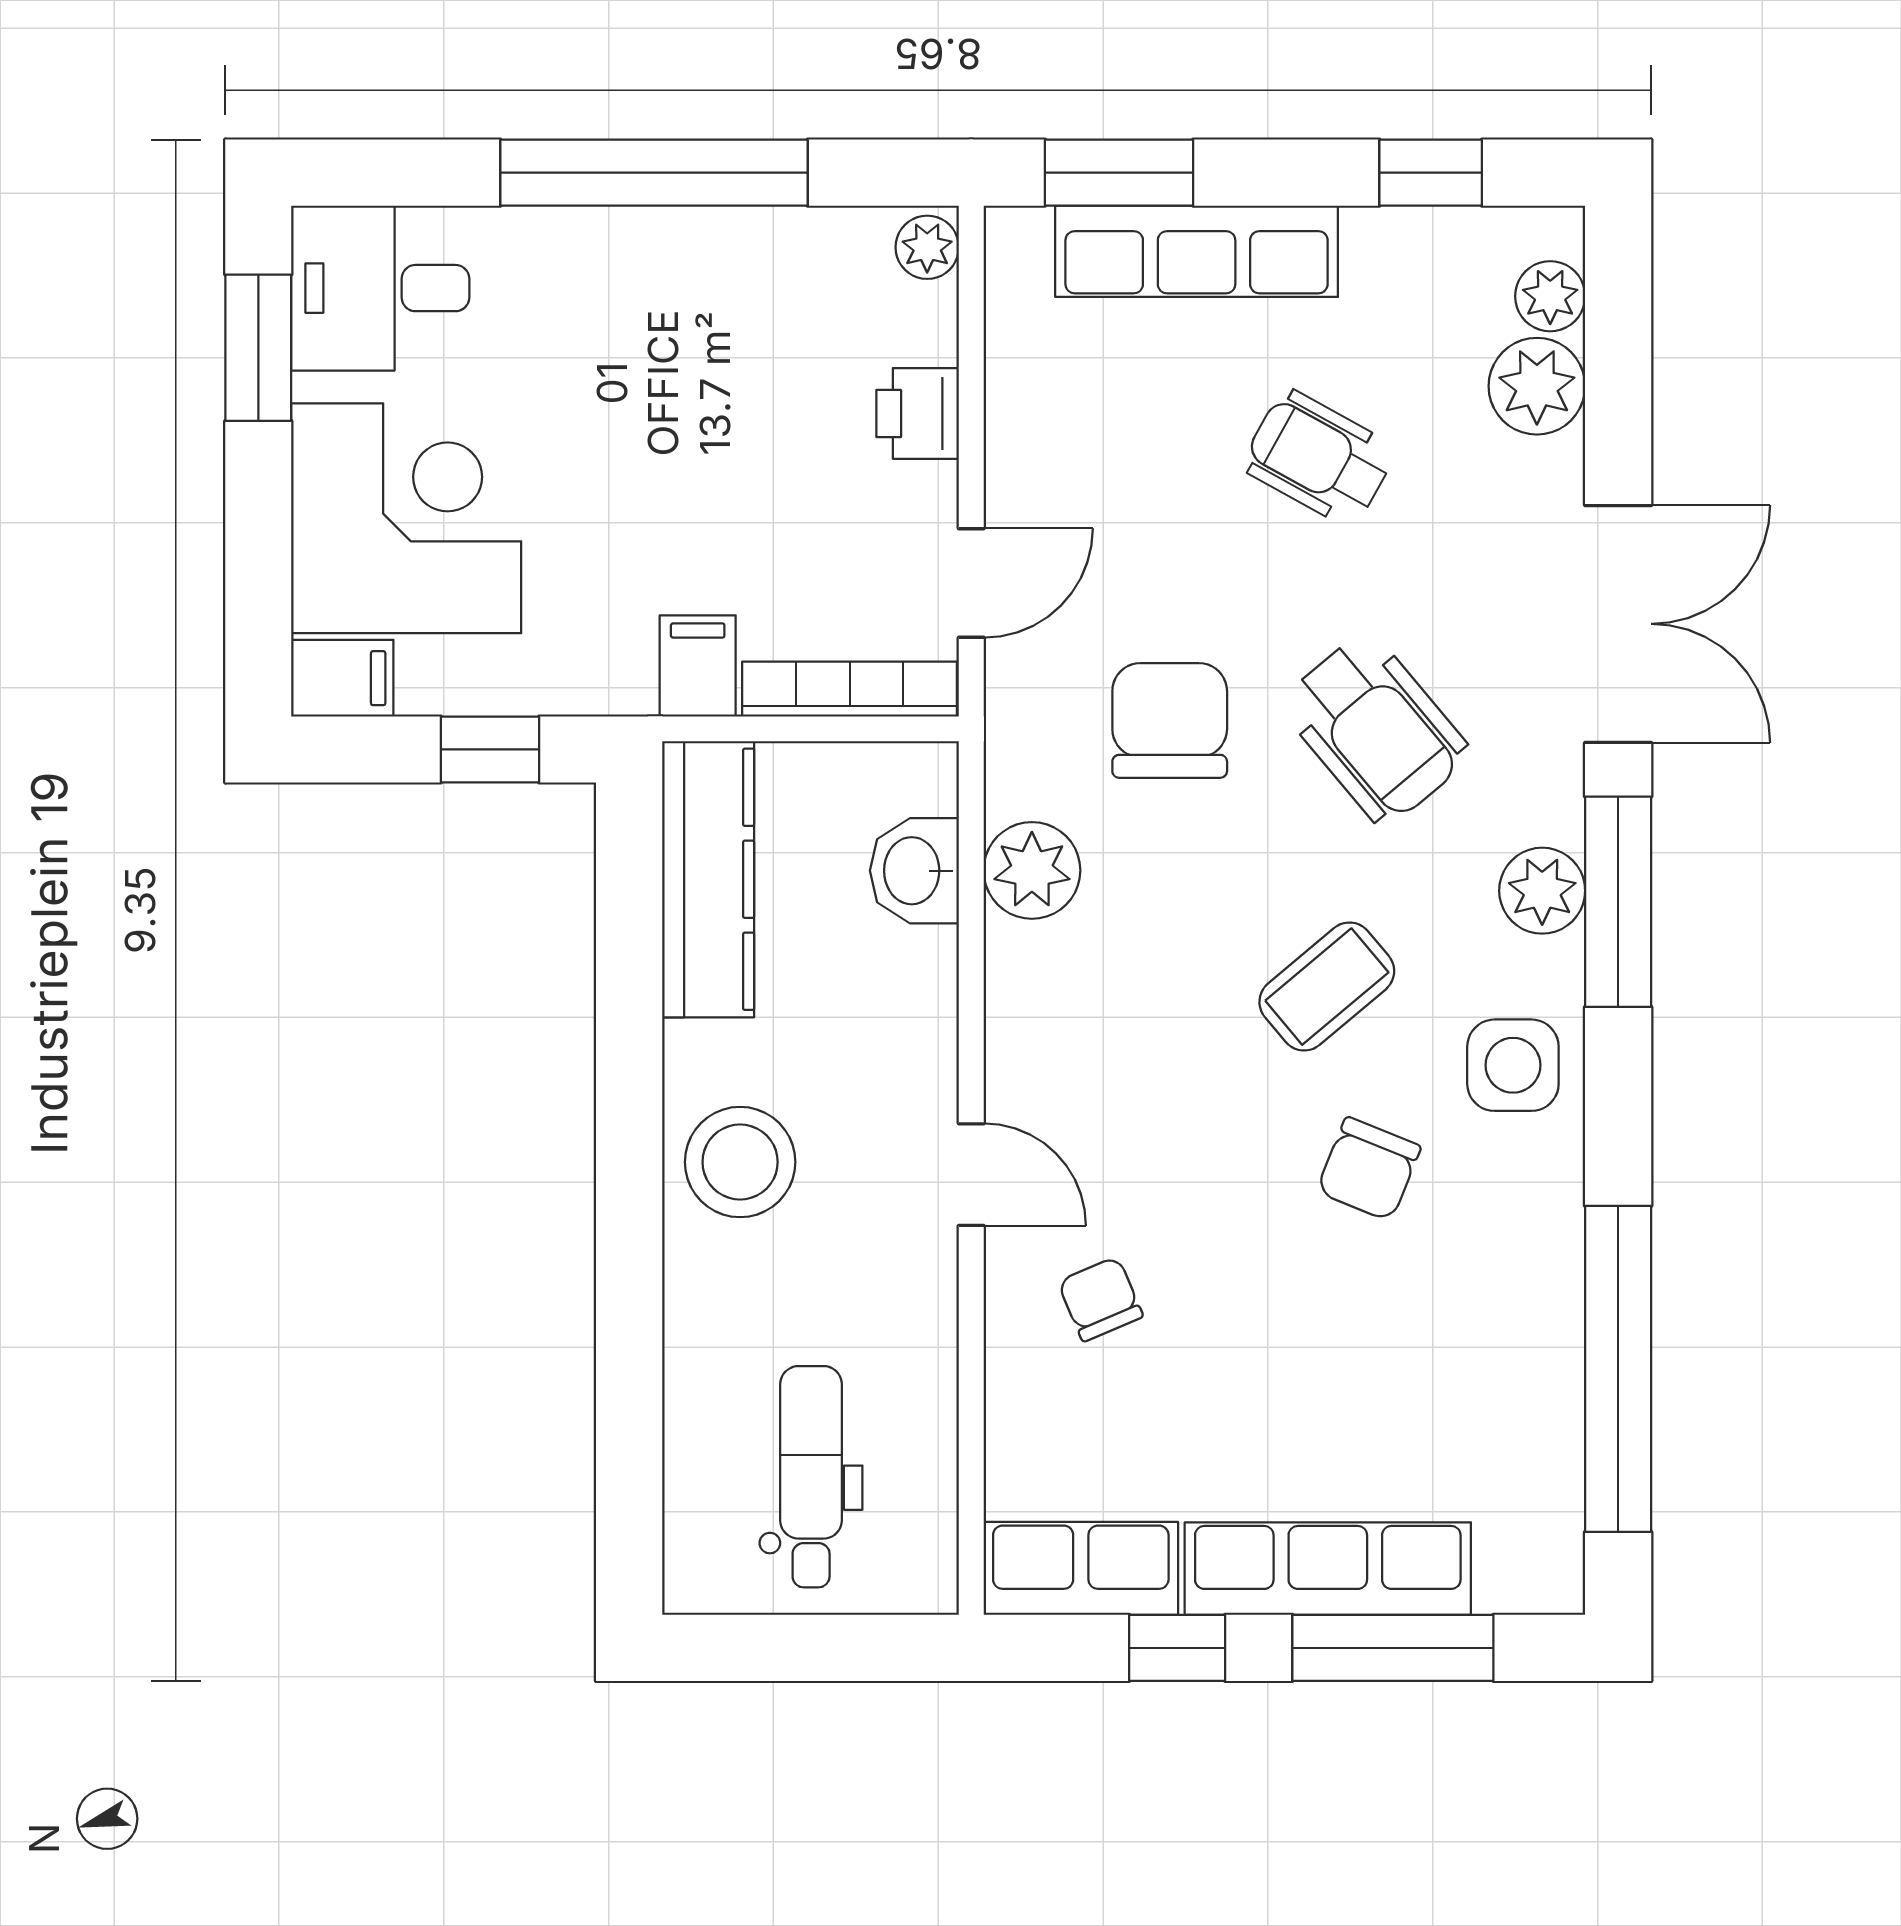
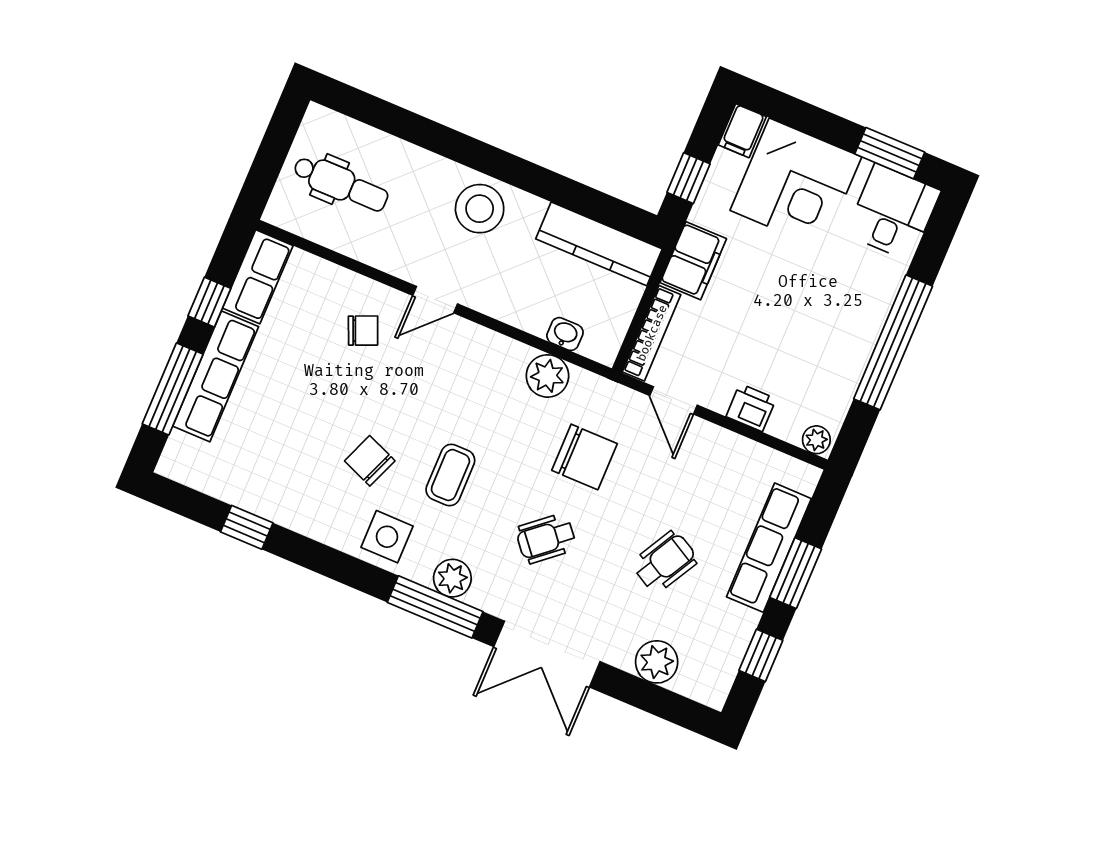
window: (1119, 173) -> (796, 573), moved
plant: (1550, 296) -> (691, 683), removed
filing cabinet: (698, 666) -> (693, 261), width x2.00
wheelchair: (1375, 729) -> (546, 538), width x0.73, depth x0.73
washbasin: (914, 871) -> (565, 334), width x0.72, depth x0.69
coffee table: (1327, 987) -> (450, 475), turned 40
window: (1618, 1369) -> (247, 527), width x0.32

